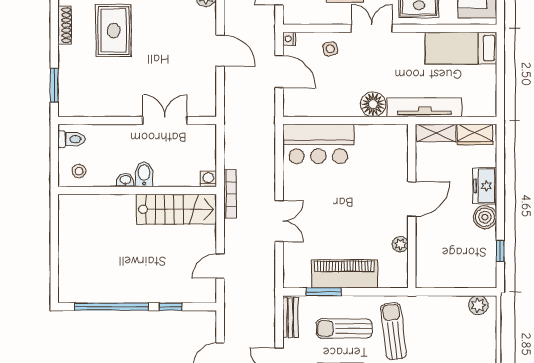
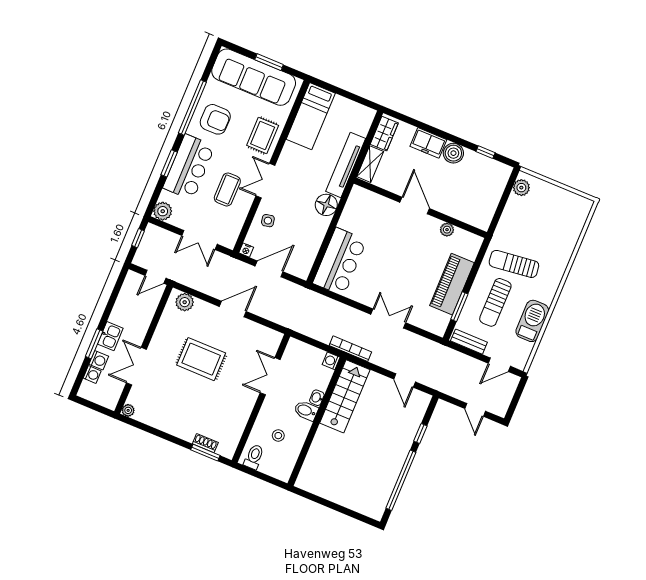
shoe rack: (65, 25) -> (205, 443), moved, width x0.70
rug: (114, 31) -> (201, 359), moved
stool: (79, 171) -> (278, 436), moved
washbasin: (125, 180) -> (317, 398), moved

